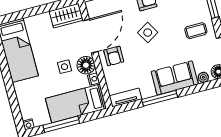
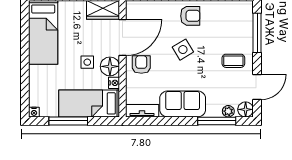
armchair: (114, 56) -> (141, 65), turned 180
sofa: (175, 78) -> (183, 104), moved
window: (160, 98) -> (217, 121), moved

